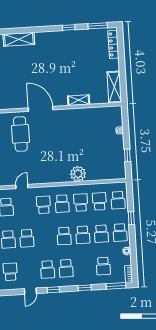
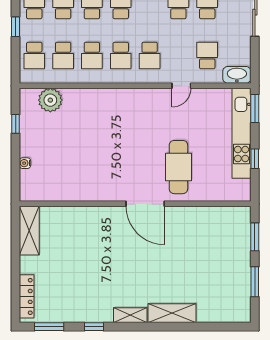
shelving: (79, 100) -> (130, 315), moved
plant: (78, 174) -> (50, 100), moved
school desk: (118, 200) -> (34, 56), turned 180
school desk: (62, 204) -> (121, 56), turned 180

